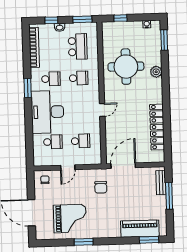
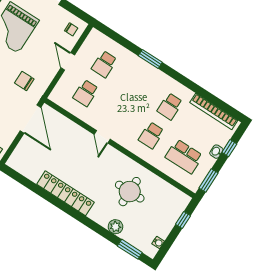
round table: (126, 67) -> (130, 192), width x0.73, depth x0.73
plant: (156, 72) -> (115, 227), moved
window: (28, 88) -> (150, 59), moved
desk: (47, 112) -> (139, 80), removed
locker: (157, 127) -> (65, 193), moved

